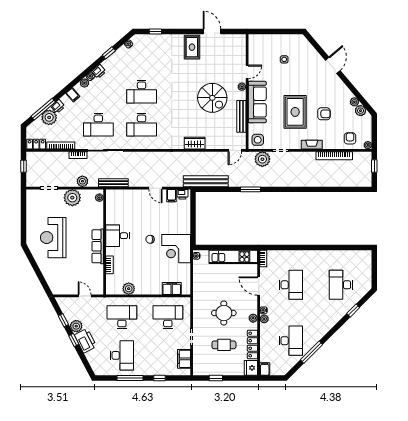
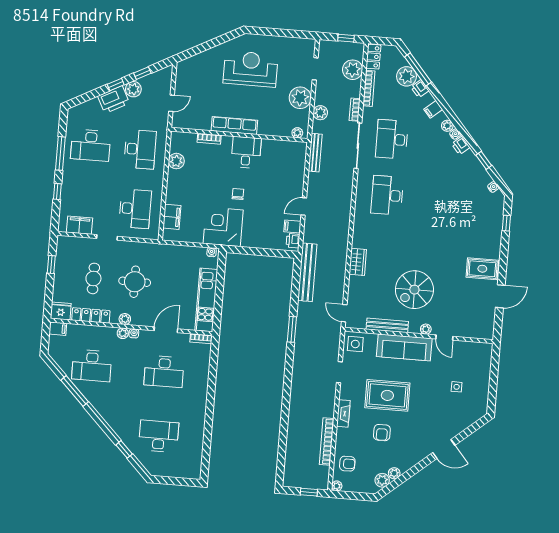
desk: (142, 92) -> (430, 199), removed
plant: (262, 159) -> (353, 70), moved

